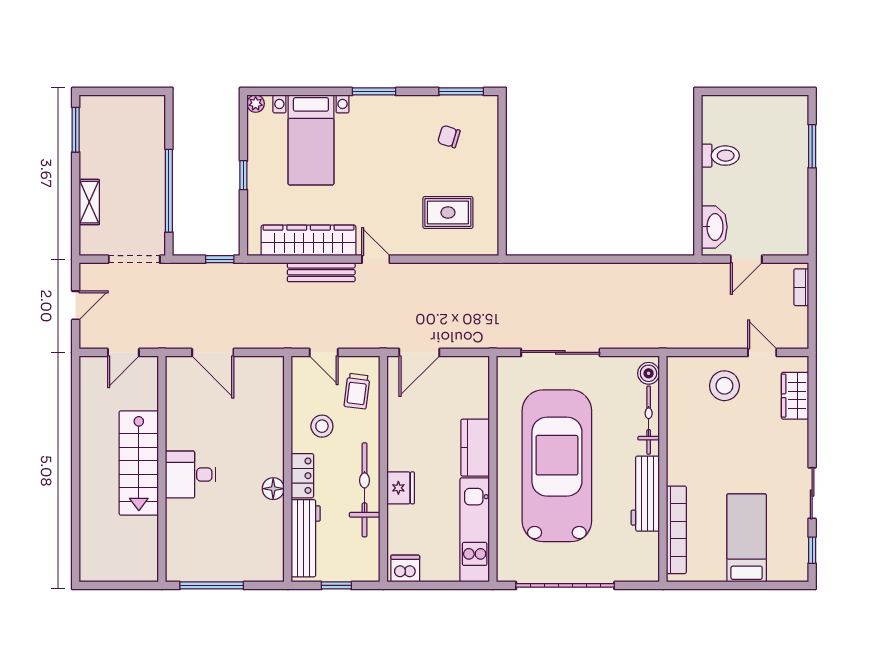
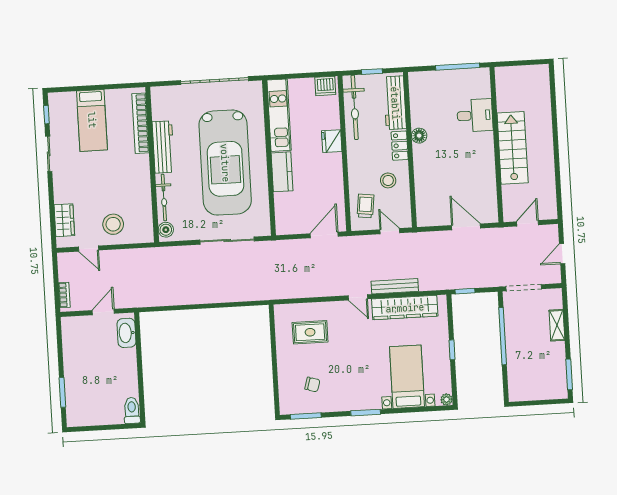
toilet: (720, 156) -> (132, 411), moved, turned 90
desk: (191, 475) -> (475, 115), moved
bicycle: (365, 490) -> (355, 107), moved

